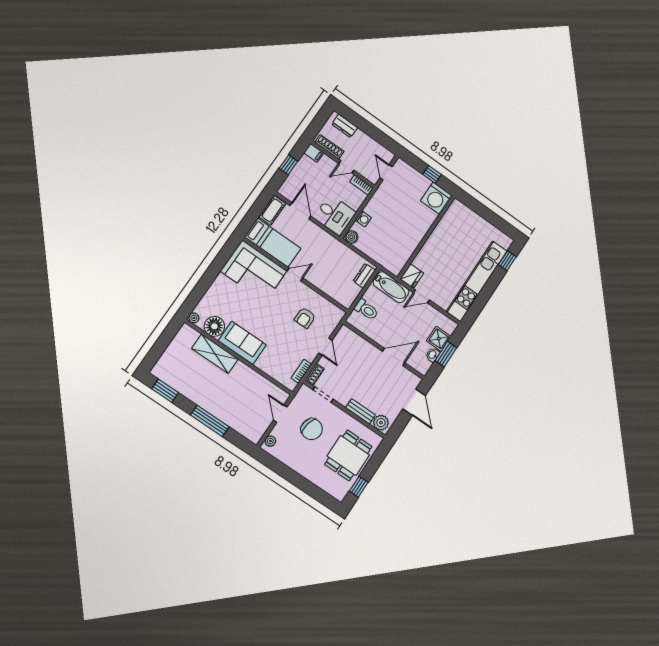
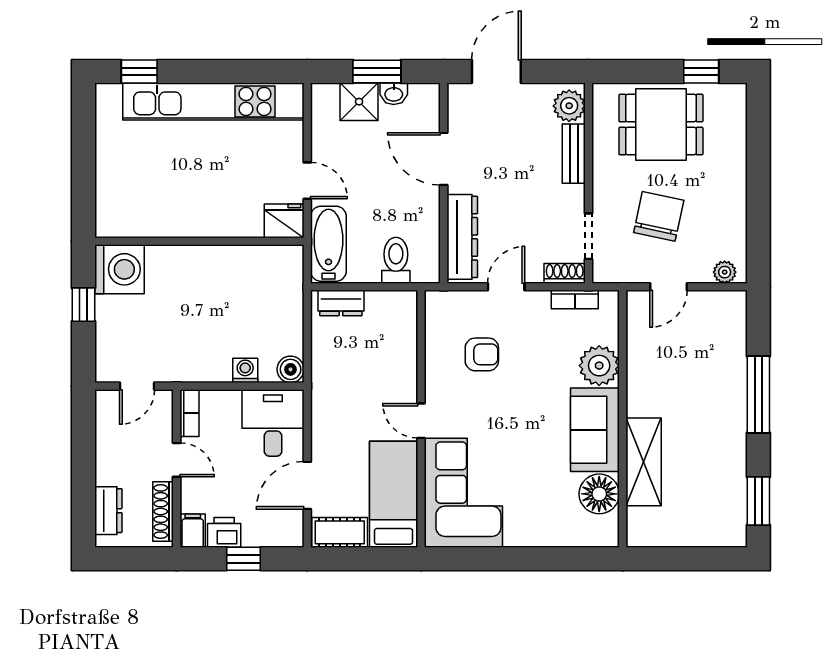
printer: (304, 165) -> (224, 532), added
plant: (194, 318) -> (599, 366), moved, width x1.87, depth x1.87
dresser: (358, 343) -> (462, 237), added

